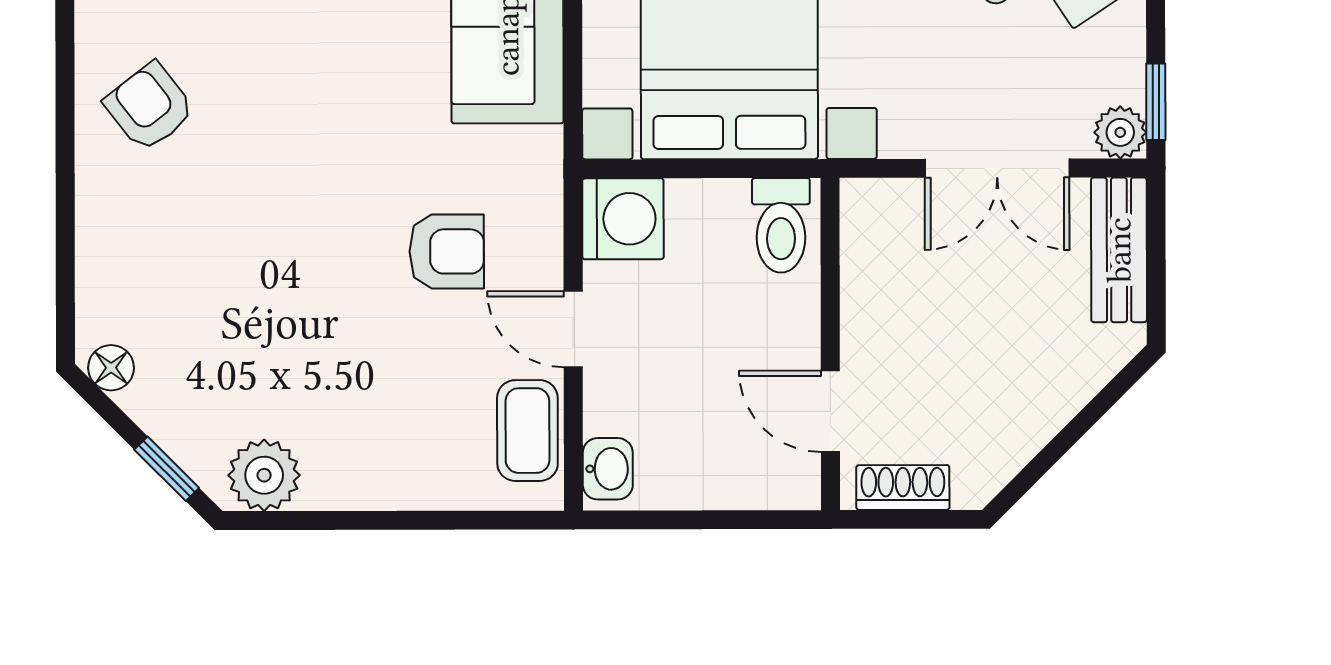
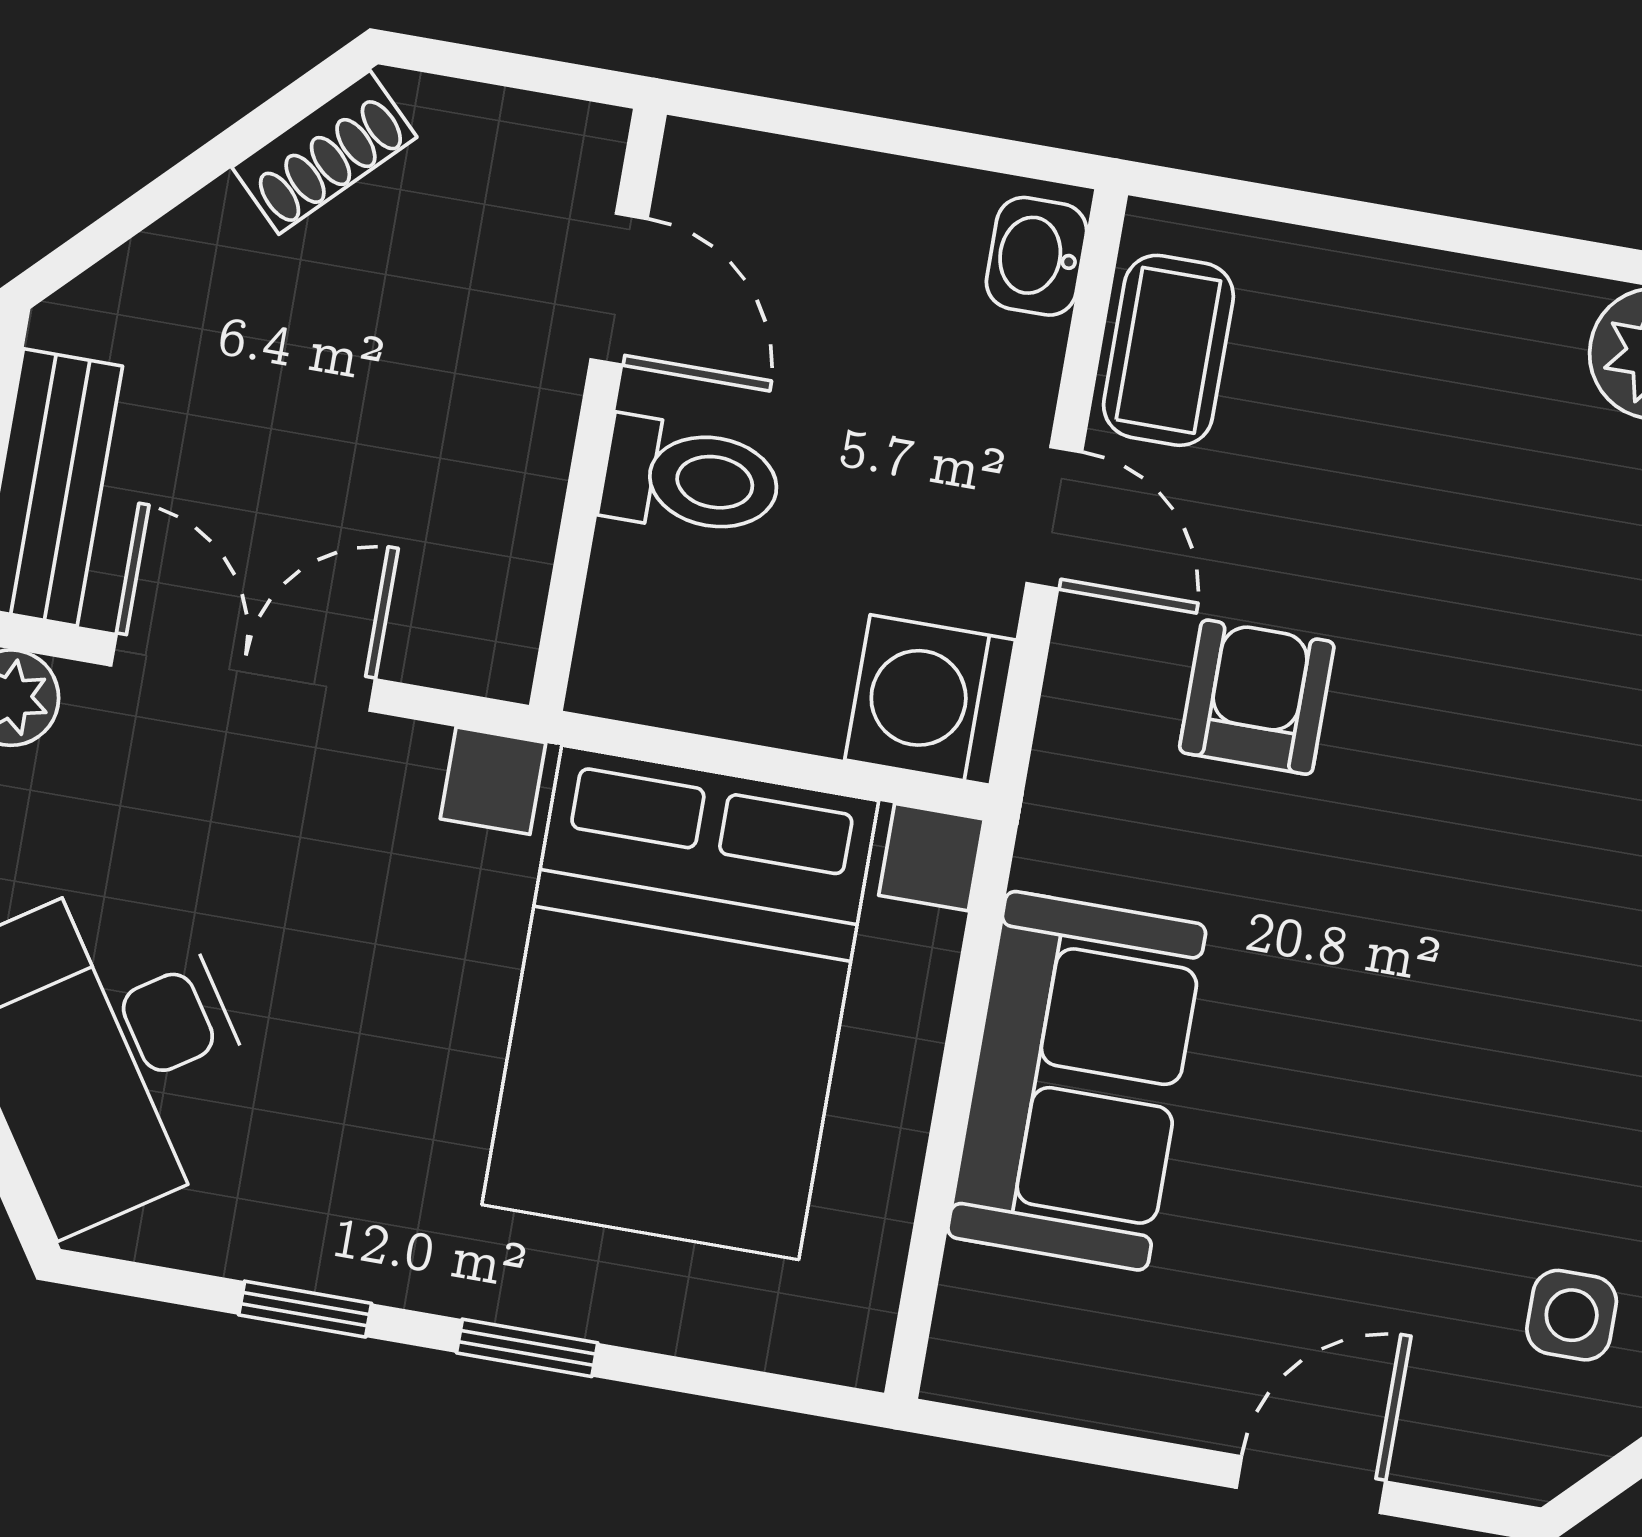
toilet: (781, 225) -> (691, 478), moved, turned 90
armchair: (447, 251) -> (1257, 697), turned 90
shoe rack: (903, 487) -> (324, 152), moved, turned -45

